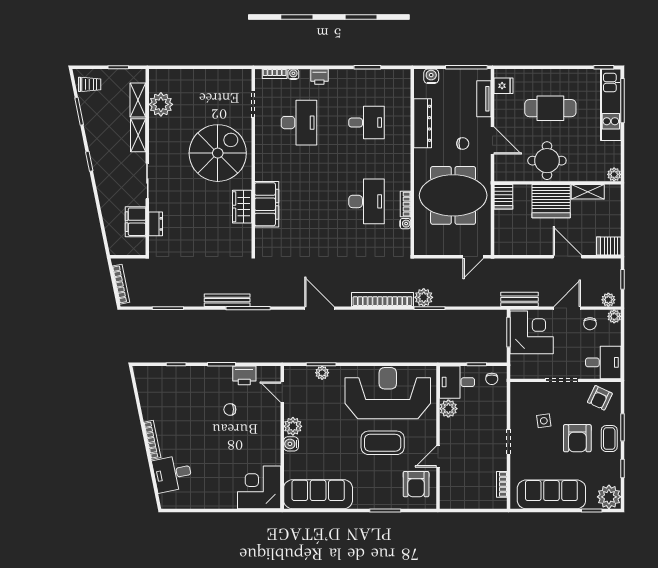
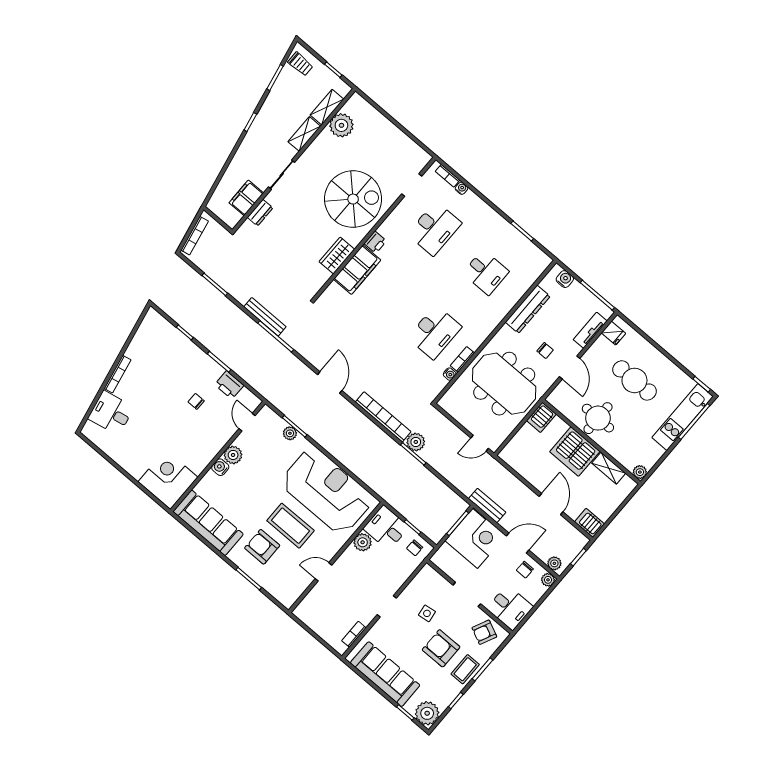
printer: (319, 77) -> (375, 242), moved, turned -90
armchair: (577, 438) -> (441, 648), turned 90
armchair: (416, 484) -> (262, 547), moved, turned 90

